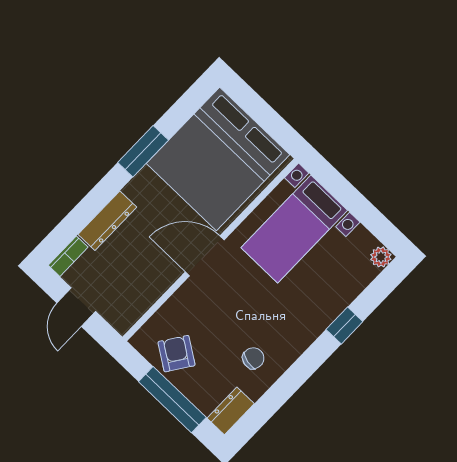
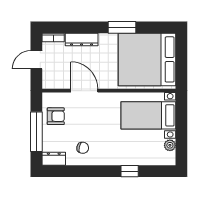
door: (205, 256) -> (84, 91), moved
plant: (381, 257) -> (170, 145), moved
armchair: (176, 354) -> (56, 116), turned 56

